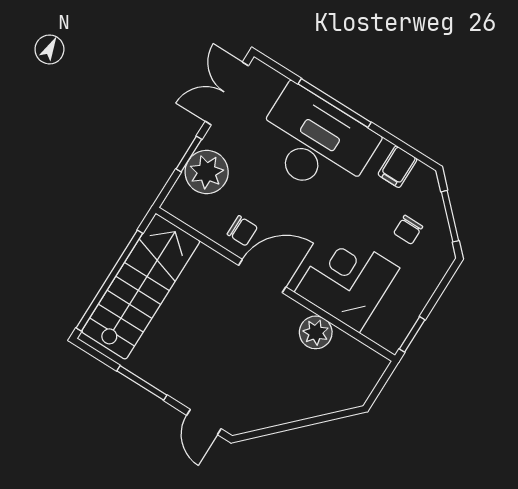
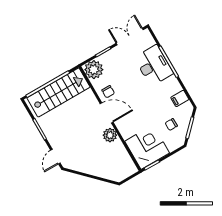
desk: (315, 143) -> (154, 65), width x0.73, depth x0.77
plant: (207, 172) -> (94, 70), moved
corner desk: (347, 280) -> (147, 147), moved
plant: (316, 332) -> (110, 135), moved

